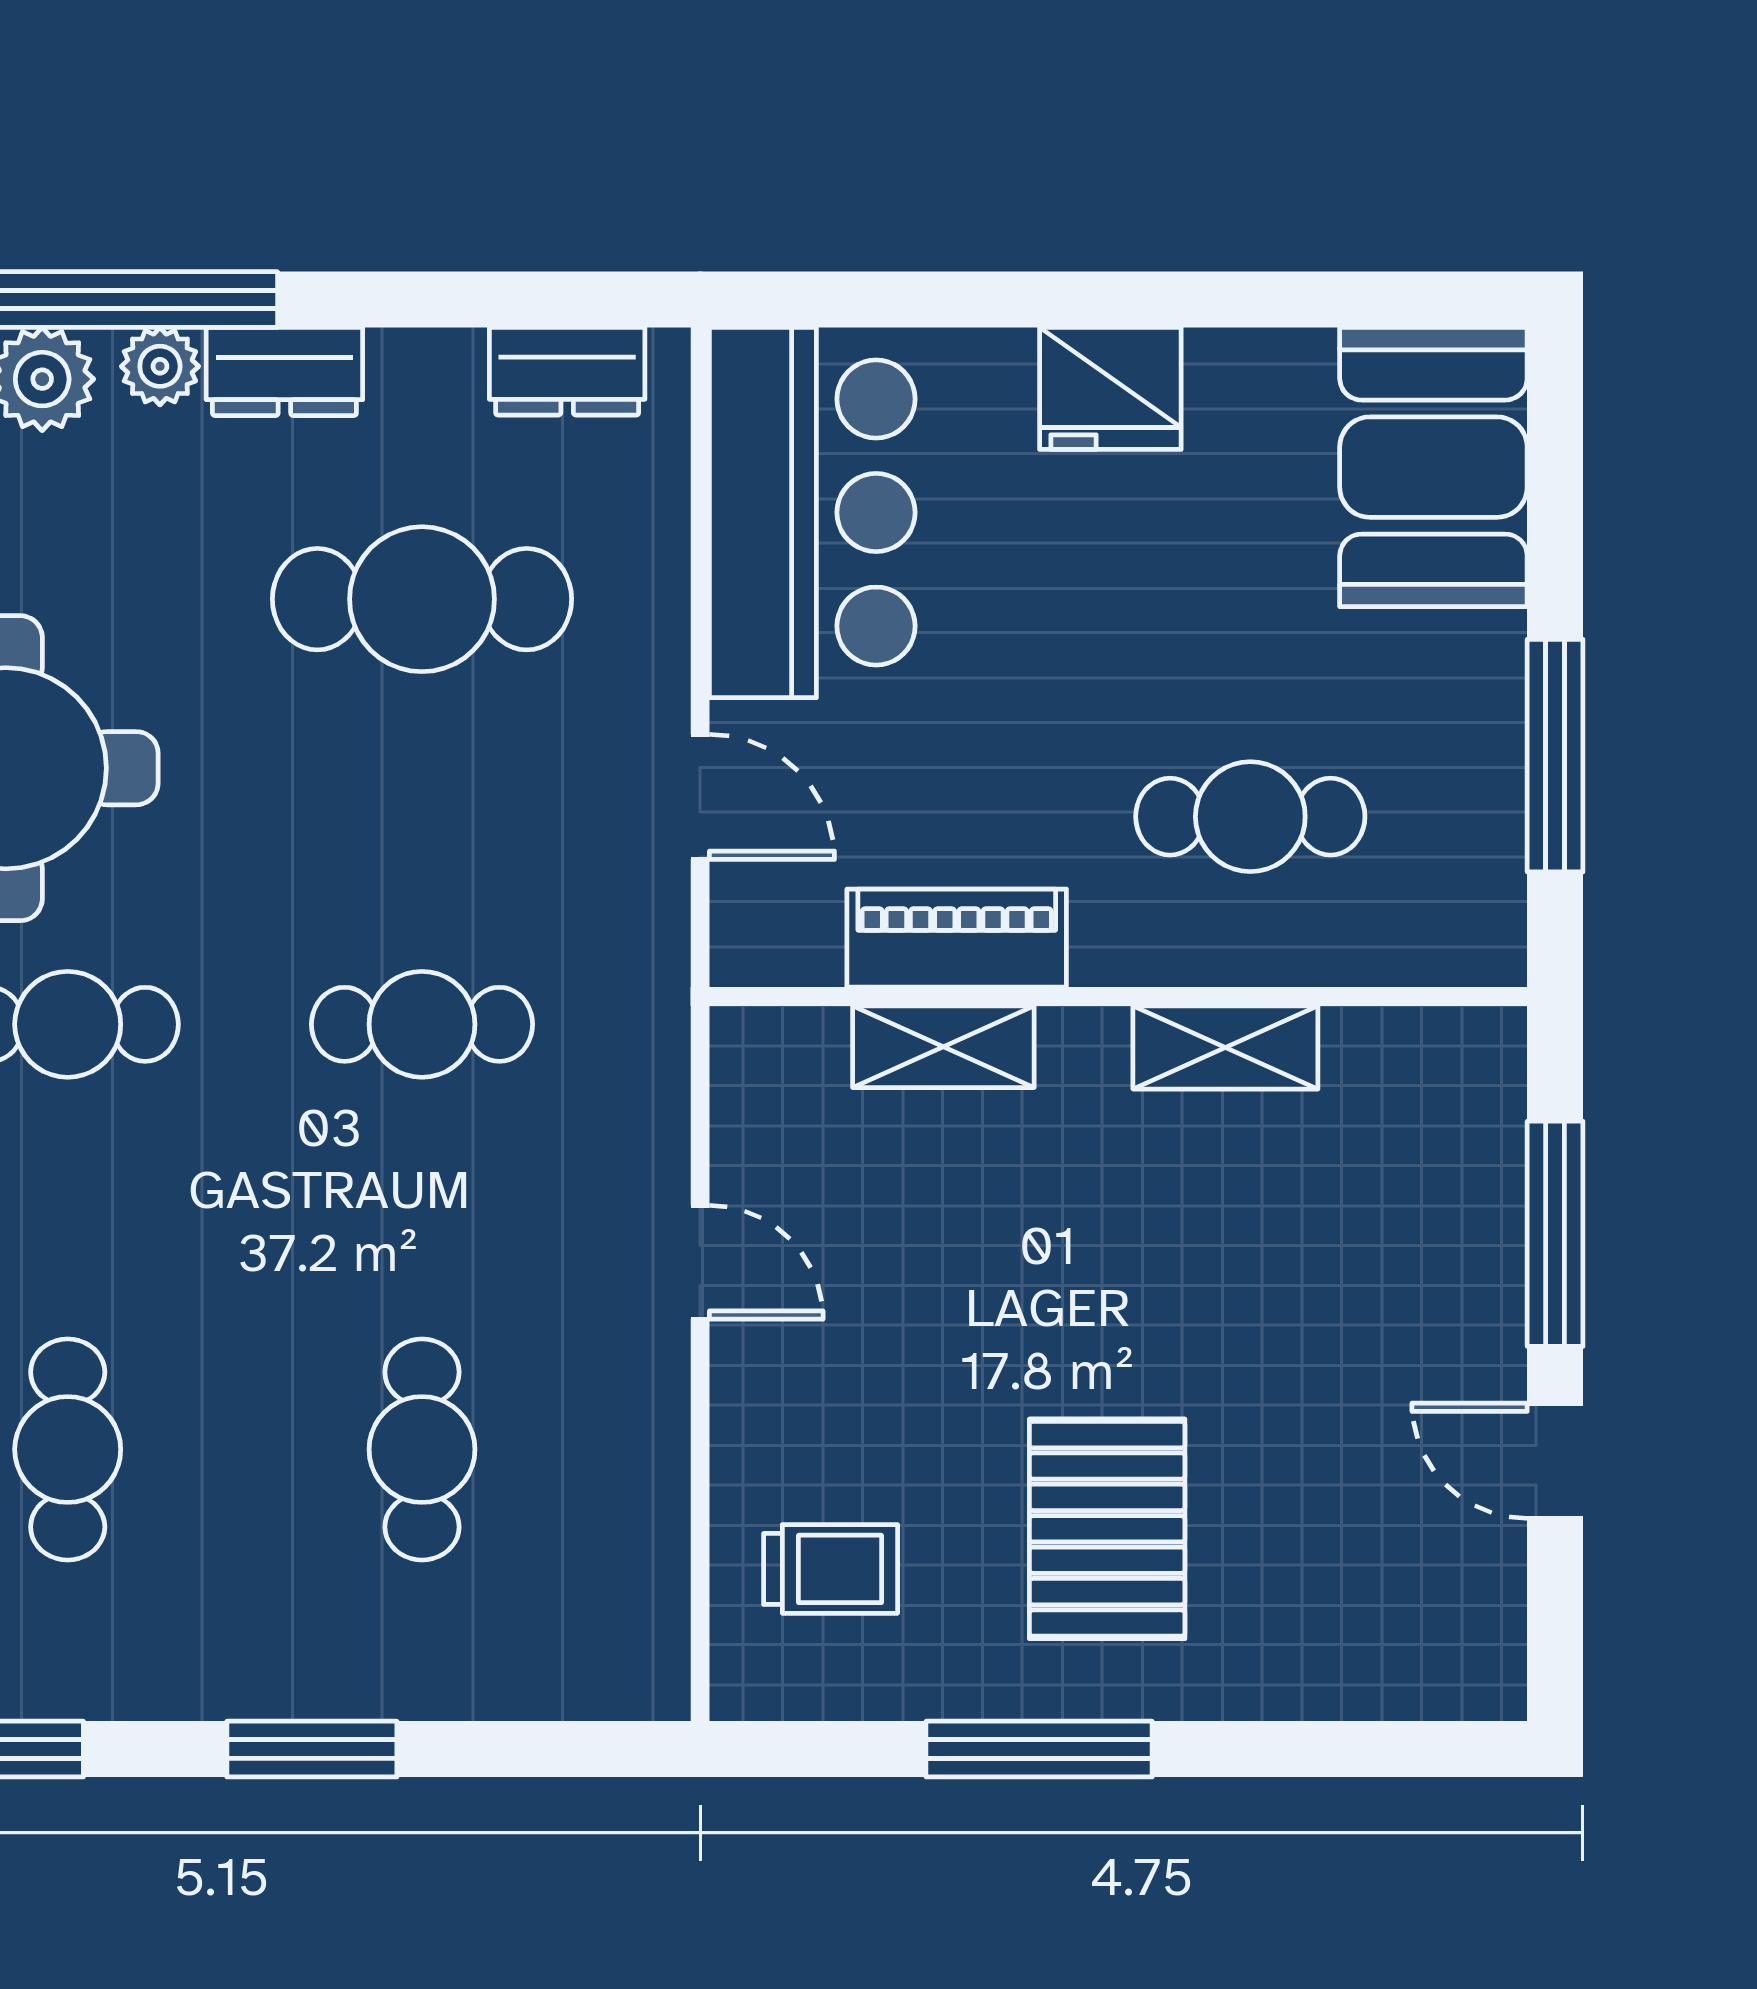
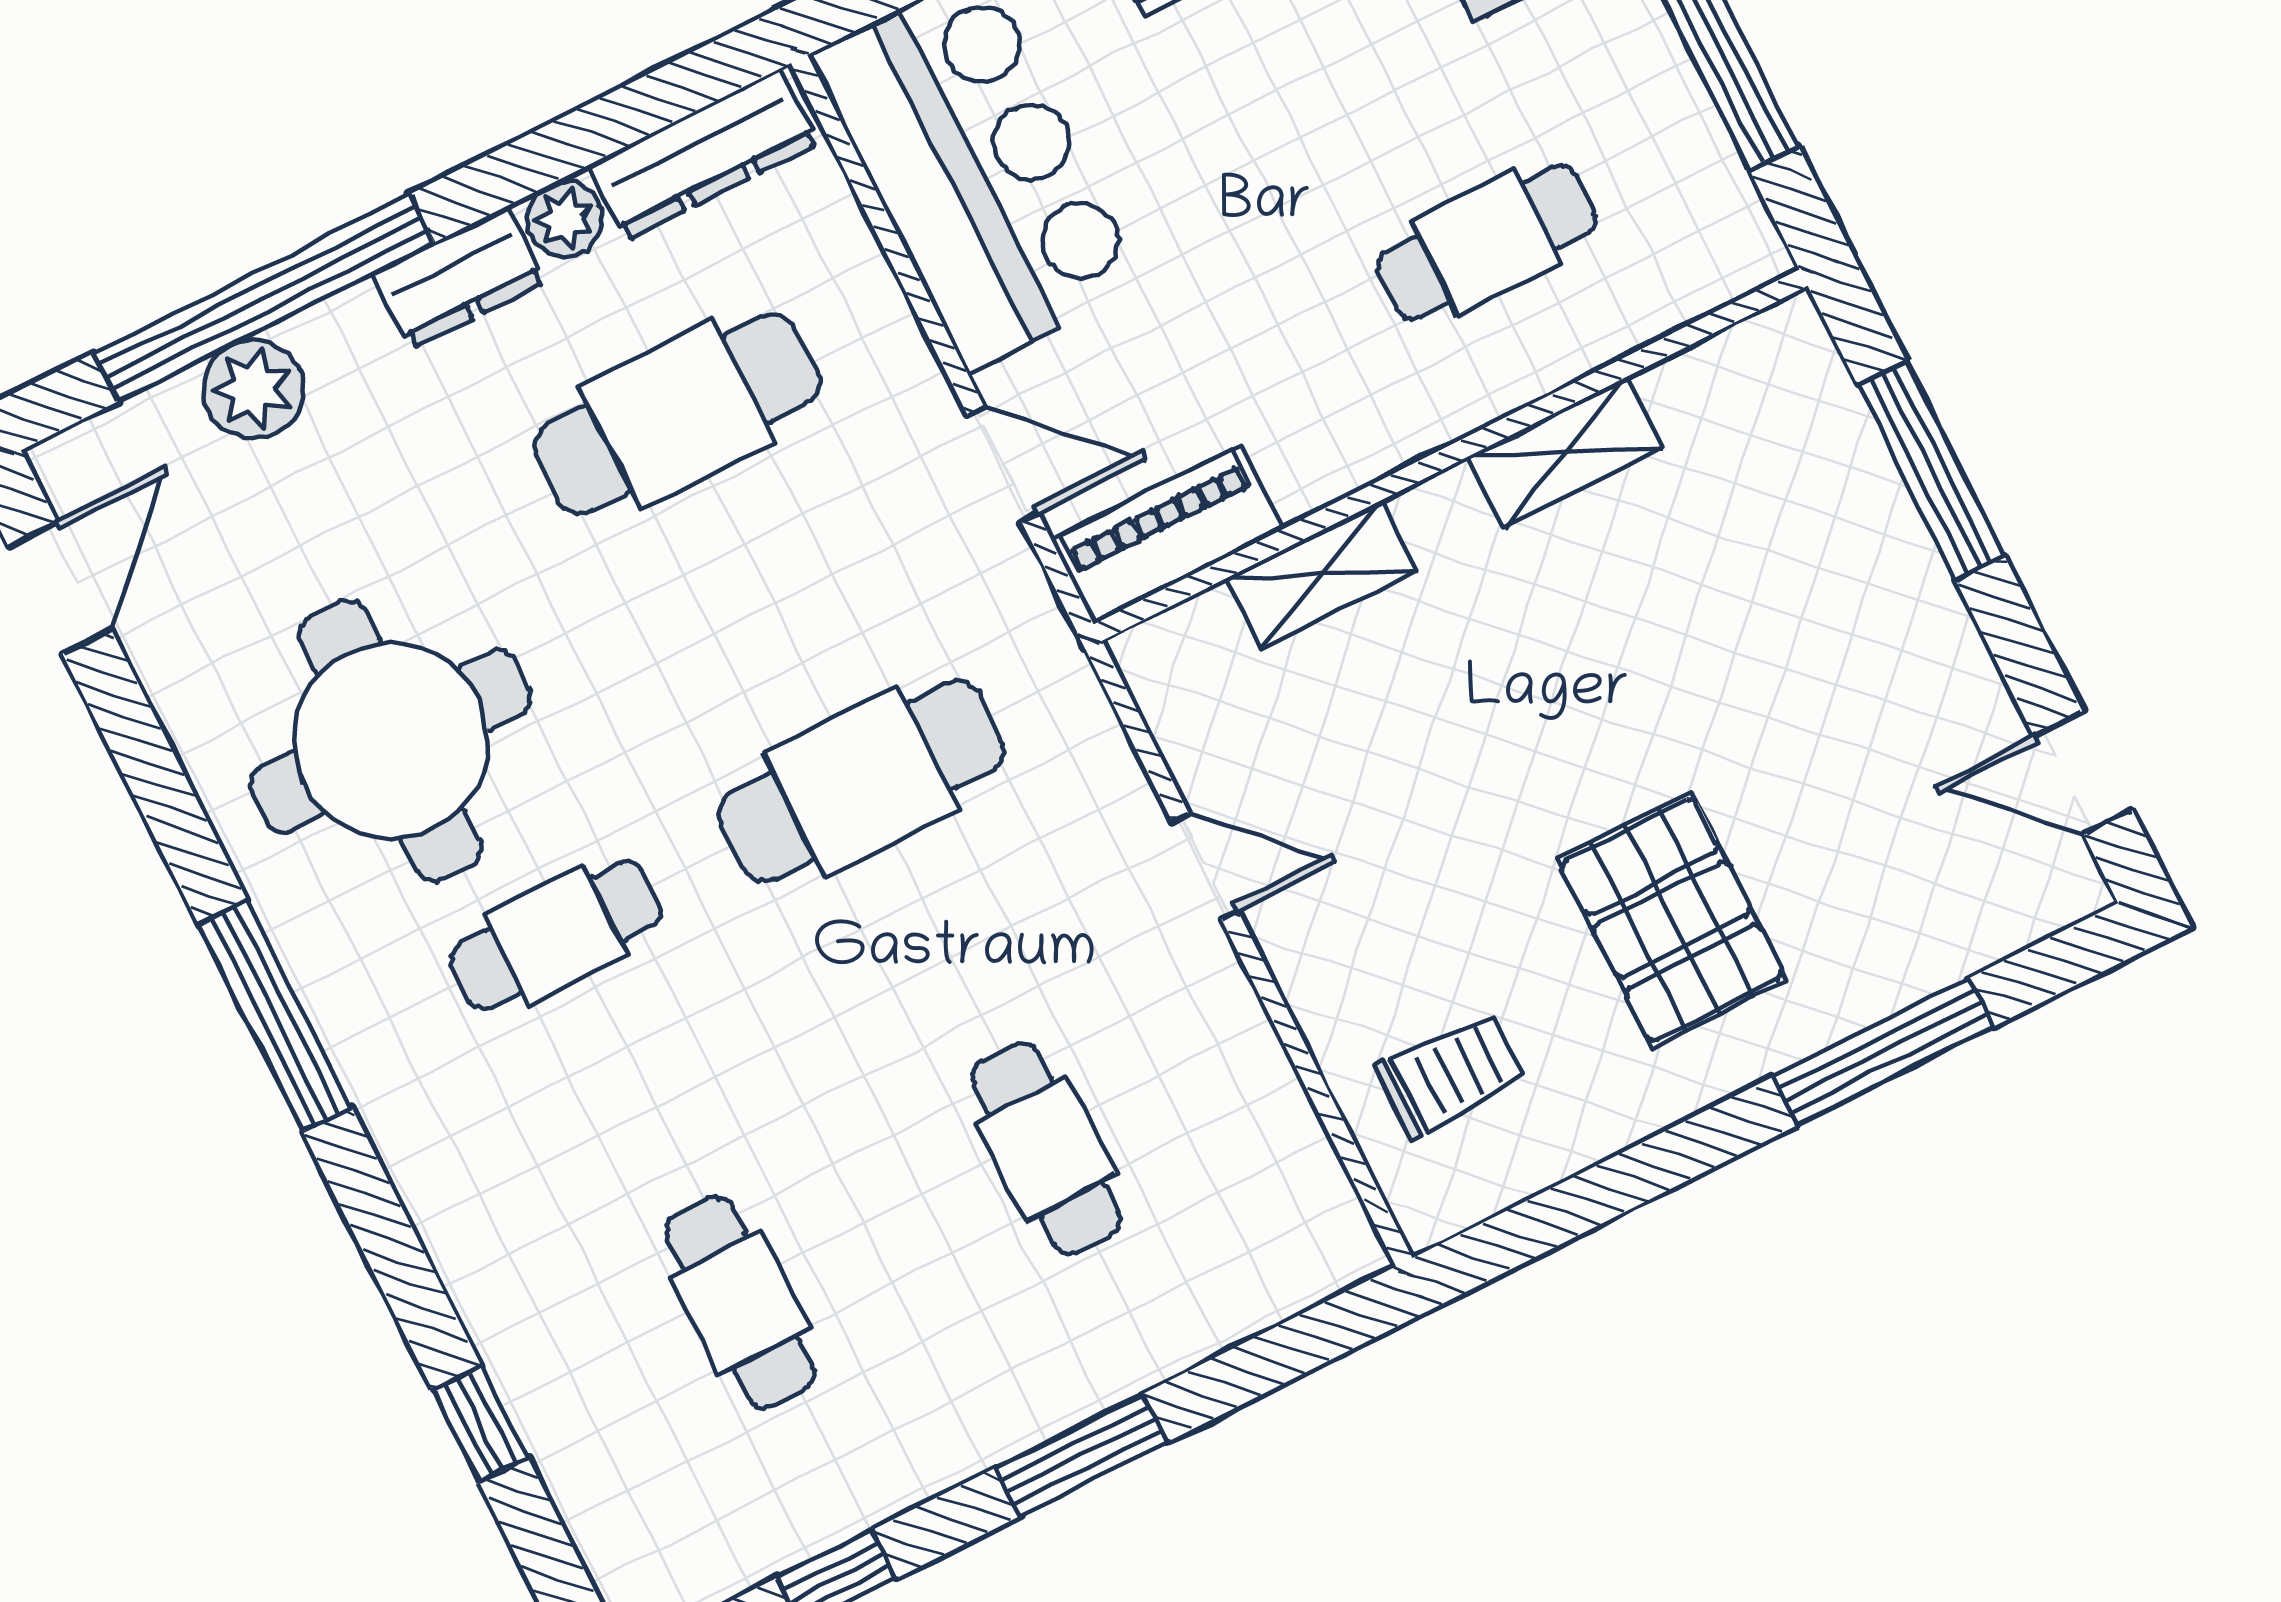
plant: (160, 366) -> (564, 219), moved
dresser: (567, 371) -> (703, 154), width x1.44
piano: (957, 938) -> (1167, 534), moved
cafe table: (422, 1024) -> (861, 781), width x1.37, depth x1.35
door: (1555, 1461) -> (2083, 773), moved
window: (1039, 1749) -> (1883, 1052), moved

